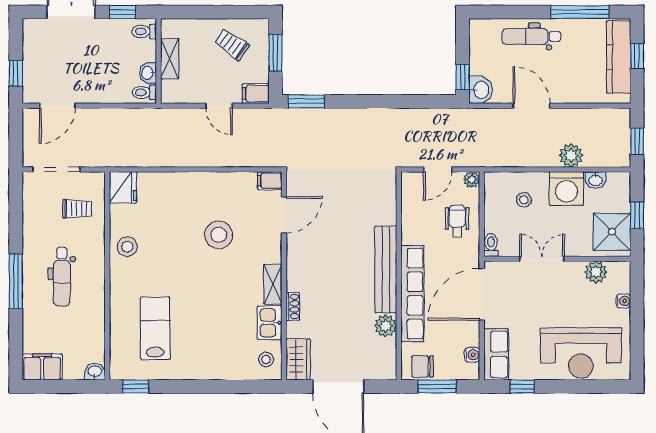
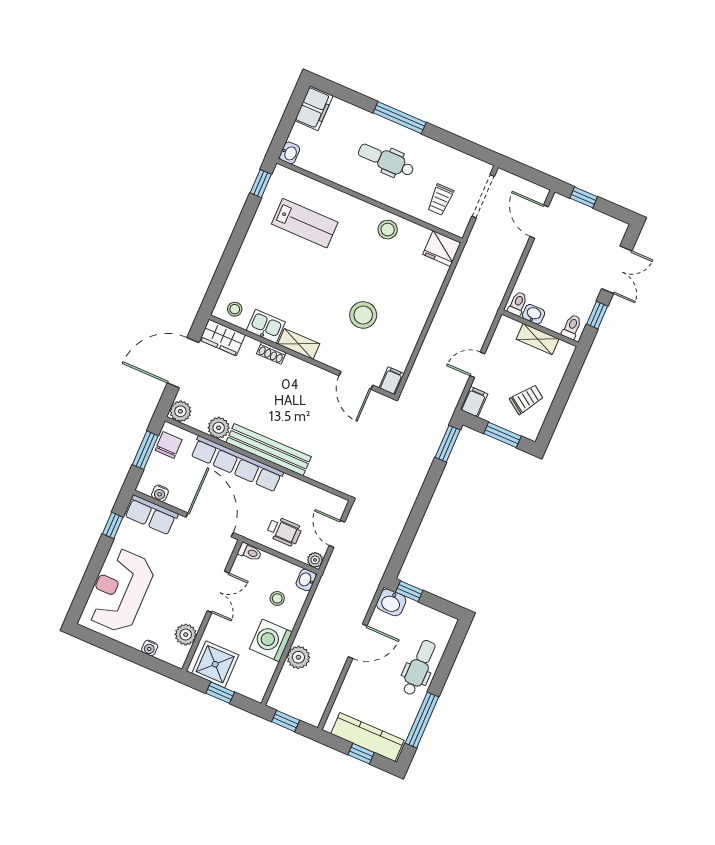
washbasin: (596, 180) -> (306, 580), moved
plant: (386, 369) -> (180, 411), added

